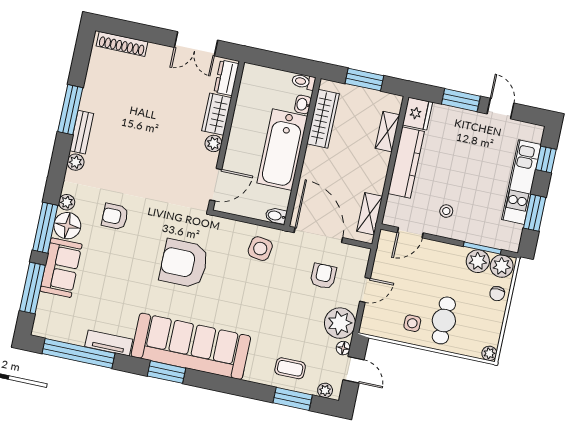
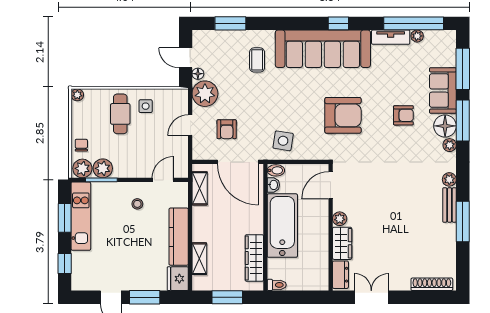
washbasin: (303, 104) -> (273, 185), moved
kitchen unit: (521, 182) -> (81, 216), moved
armchair: (115, 216) -> (403, 115), moved
coffee table: (290, 368) -> (257, 60), moved, turned 90
window: (167, 372) -> (338, 23), width x0.67
plant: (325, 390) -> (417, 36), moved

